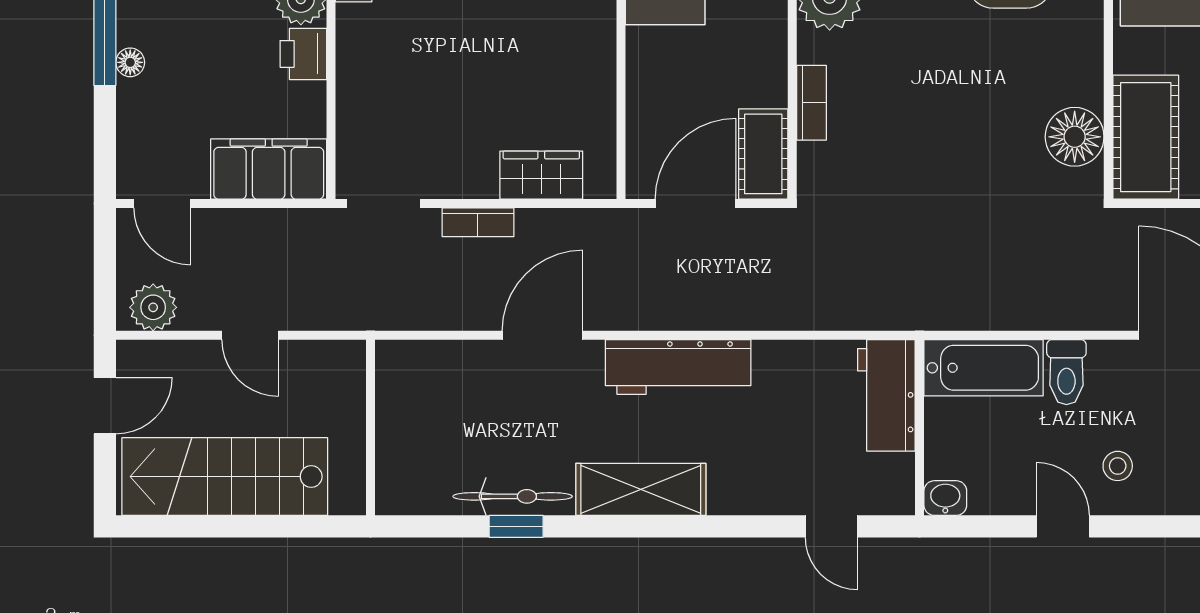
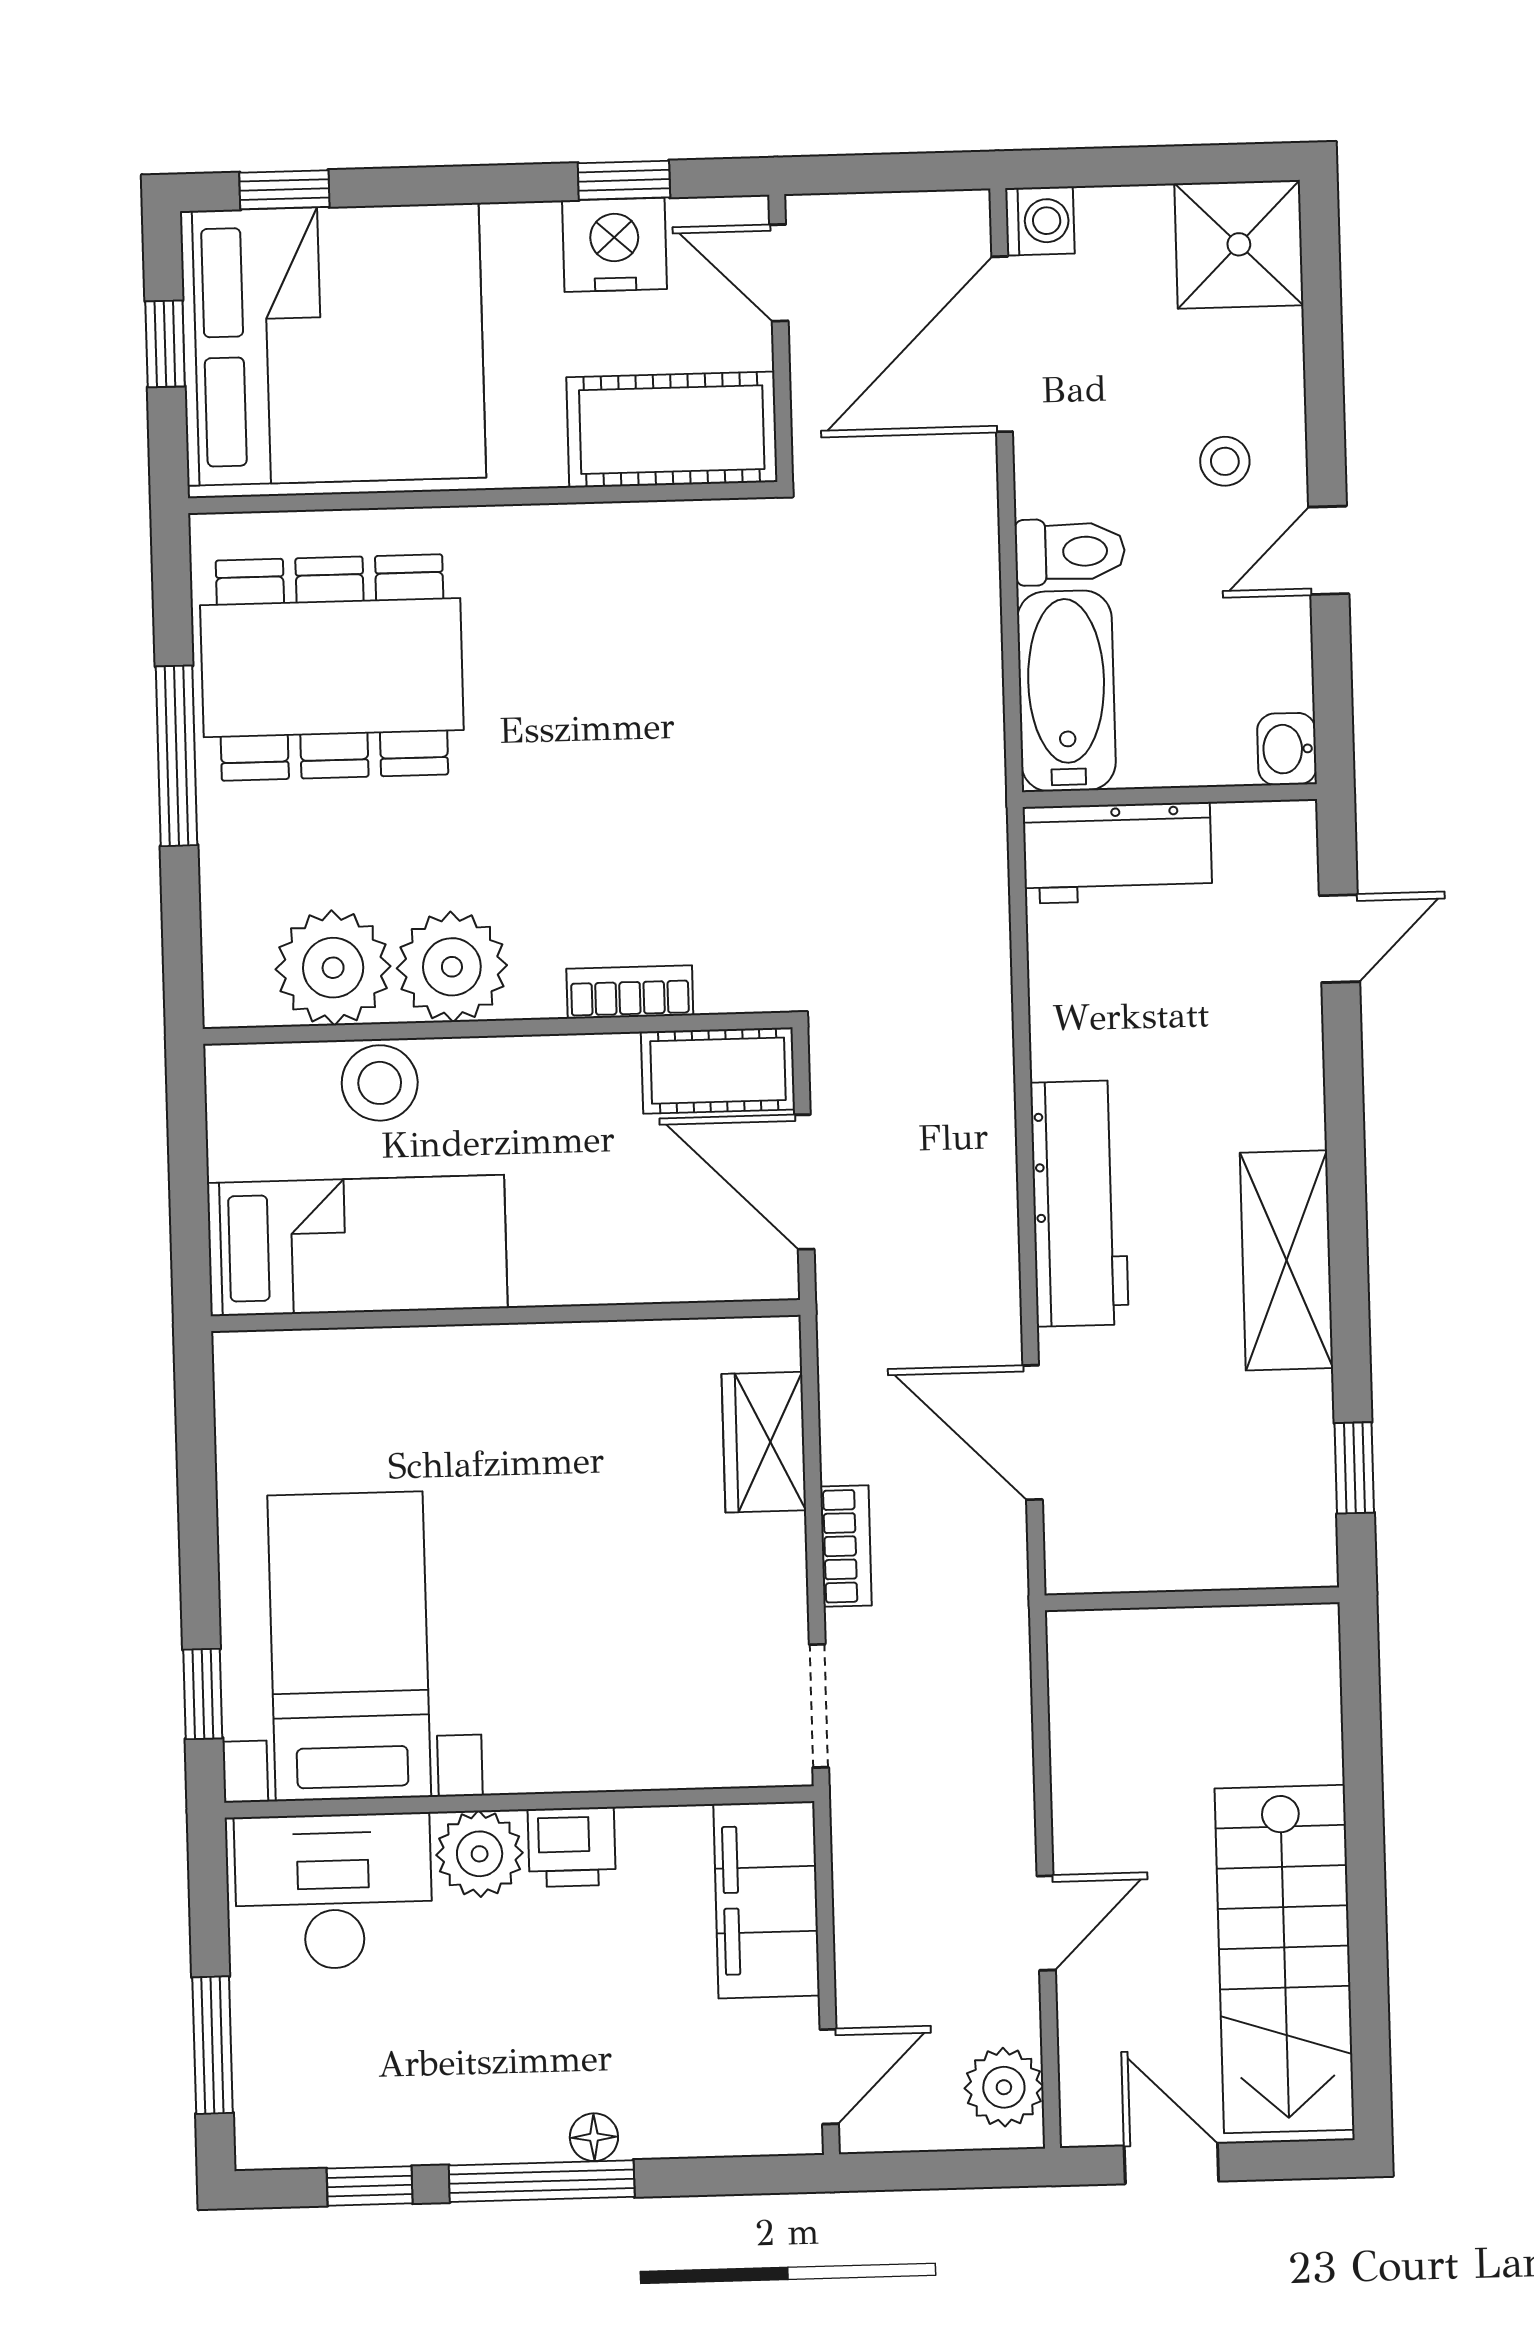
floor lamp: (1075, 137) -> (674, 549), removed
wall: (371, 427) -> (1192, 1599), moved
bicycle: (513, 496) -> (1304, 1475), removed

